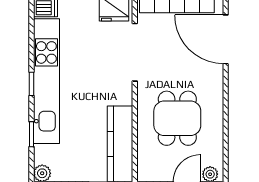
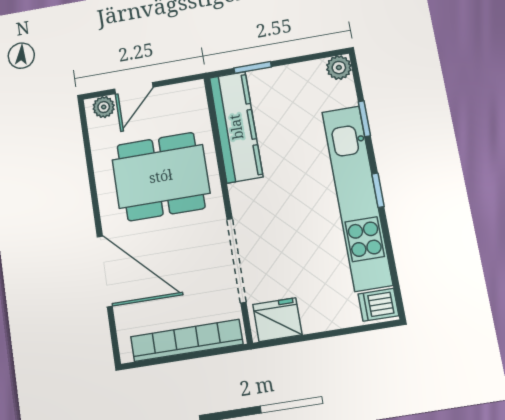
door: (226, 39) -> (105, 271), moved
dining table: (177, 118) -> (161, 176), width x1.38

